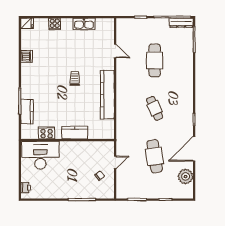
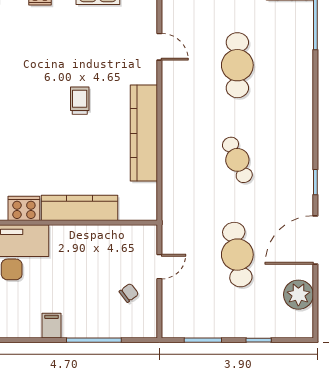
kitchen counter: (75, 133) -> (79, 208), width x1.50
filing cabinet: (61, 192) -> (52, 326), added

